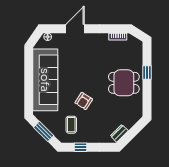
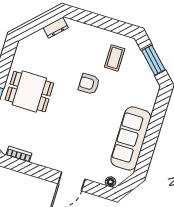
sofa: (45, 80) -> (131, 138), width x0.74, depth x0.79
armchair: (84, 101) -> (89, 84), turned -123
window: (81, 147) -> (111, 25), removed

